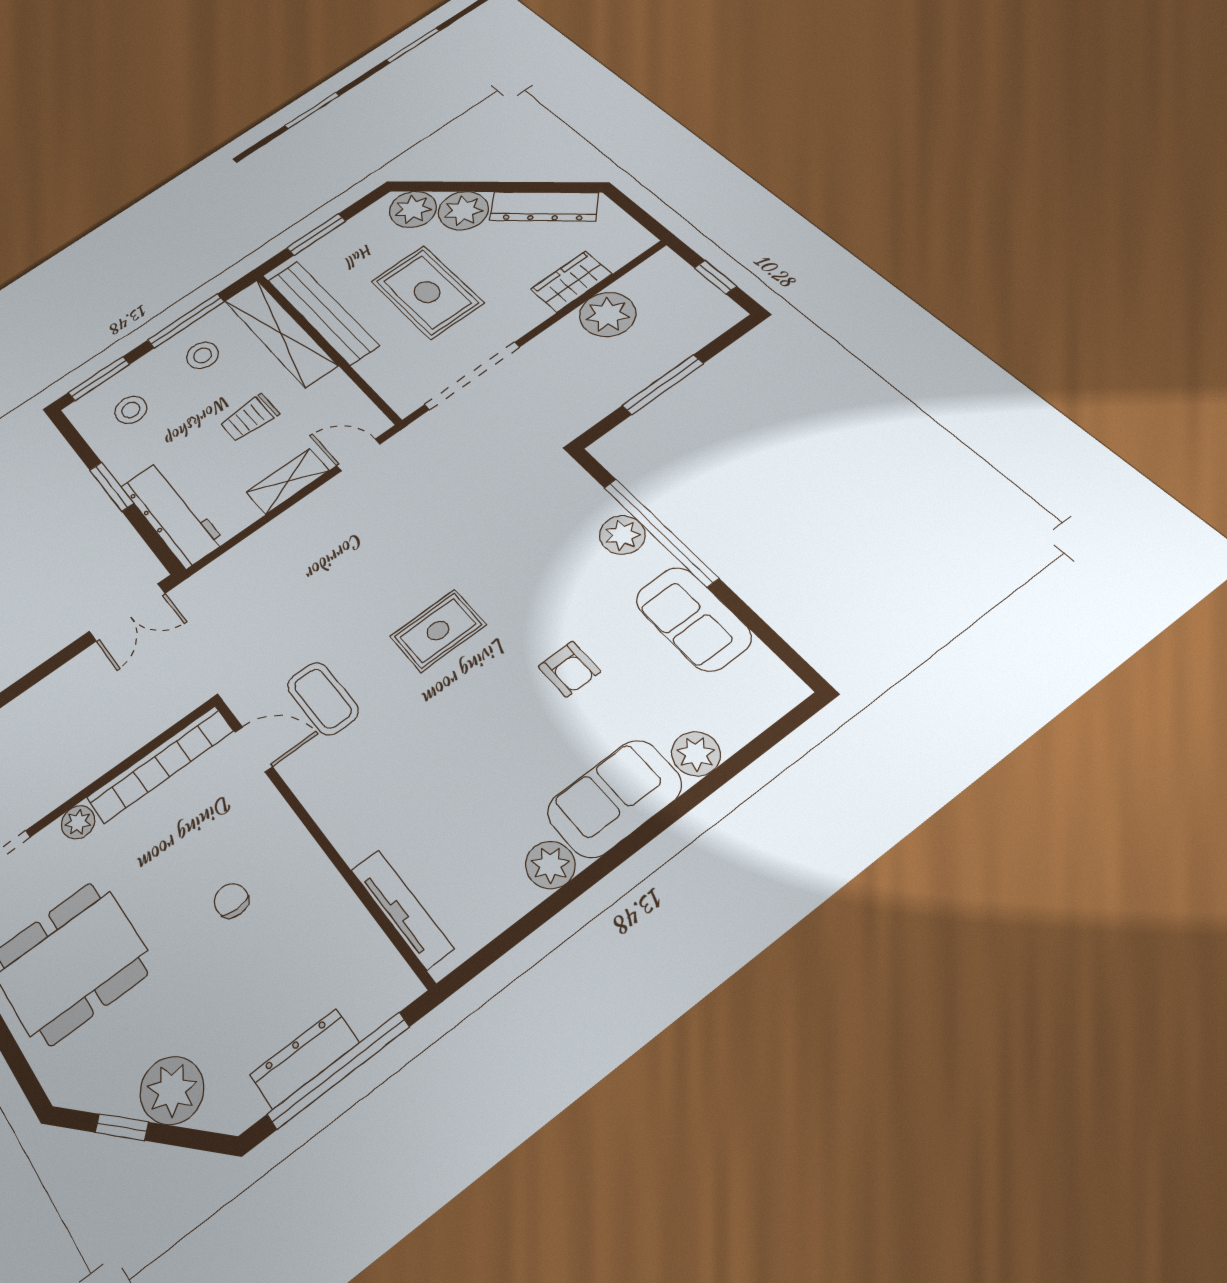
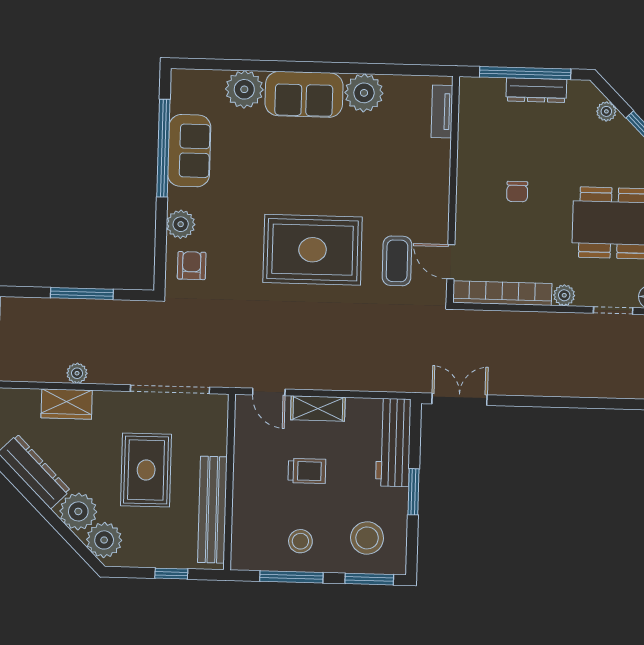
window: (316, 234) -> (171, 574), width x0.67
plant: (608, 315) -> (77, 373), width x0.53, depth x0.53
shelving: (280, 333) -> (246, 517), removed
stool: (131, 410) -> (367, 538), width x1.38, depth x1.38
window: (660, 532) -> (163, 148), moved
rug: (438, 631) -> (313, 250), width x1.86, depth x2.06
armchair: (569, 669) -> (192, 266), moved
plant: (696, 754) -> (244, 89), width x1.36, depth x1.36
plant: (550, 865) -> (364, 93), width x1.36, depth x1.36
tv unit: (402, 909) -> (442, 111), width x0.71
plant: (172, 1090) -> (606, 111), width x0.53, depth x0.53

